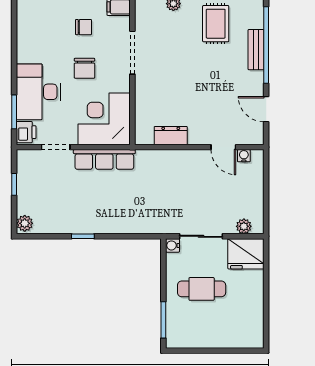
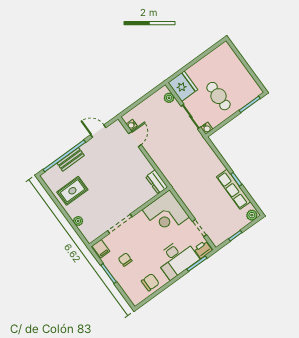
chair: (84, 68) -> (150, 282), moved
door: (266, 109) -> (98, 131), swing flipped
dresser: (171, 136) -> (157, 182), moved
row of seats: (104, 159) -> (234, 189), moved, turned 180

